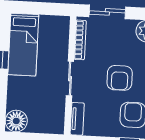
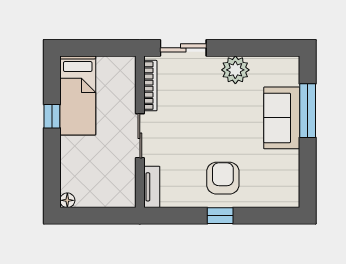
armchair: (120, 78) -> (203, 132), removed
floor lamp: (16, 121) -> (67, 200), width x0.53, depth x0.53

